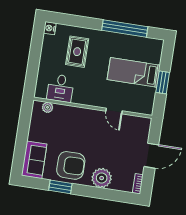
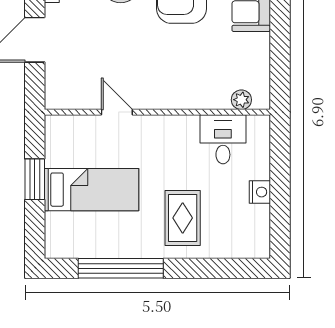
nightstand: (50, 28) -> (260, 192), moved
rug: (77, 52) -> (183, 218), moved

